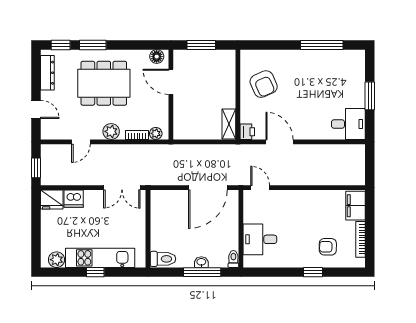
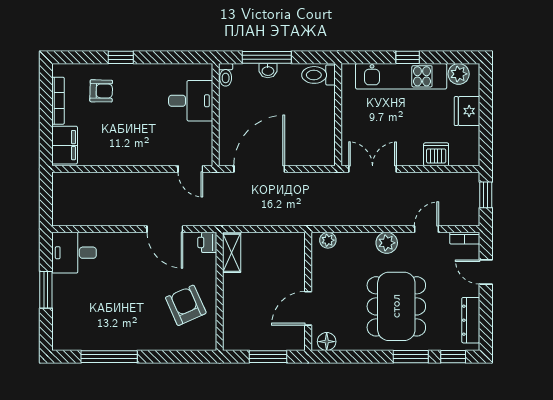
door: (171, 82) -> (308, 308), swing flipped
dining table: (104, 83) -> (396, 306), turned 90
bookcase: (137, 135) -> (465, 238), moved
fridge: (52, 199) -> (467, 111), moved, turned -90

